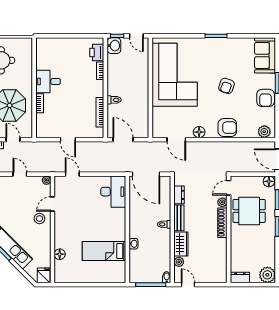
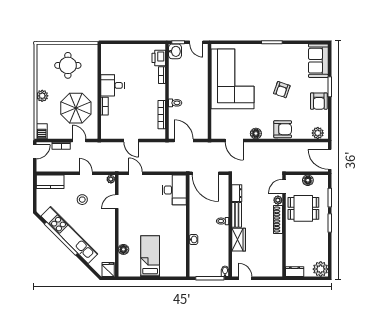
floor lamp: (269, 181) -> (308, 180), moved
stool: (39, 218) -> (82, 200), moved
bed: (104, 251) -> (150, 256), moved, turned 90
plant: (179, 262) -> (237, 257), removed

